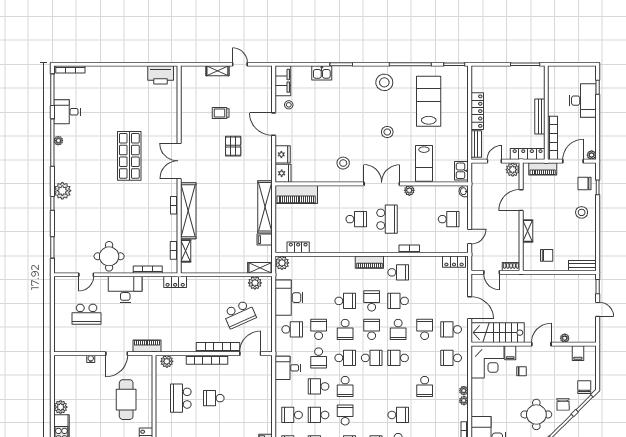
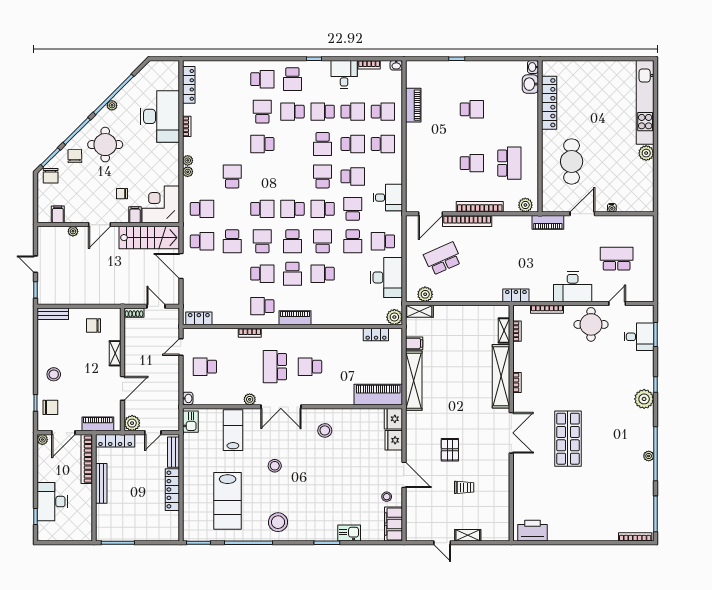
desk: (67, 112) -> (639, 337), moved

